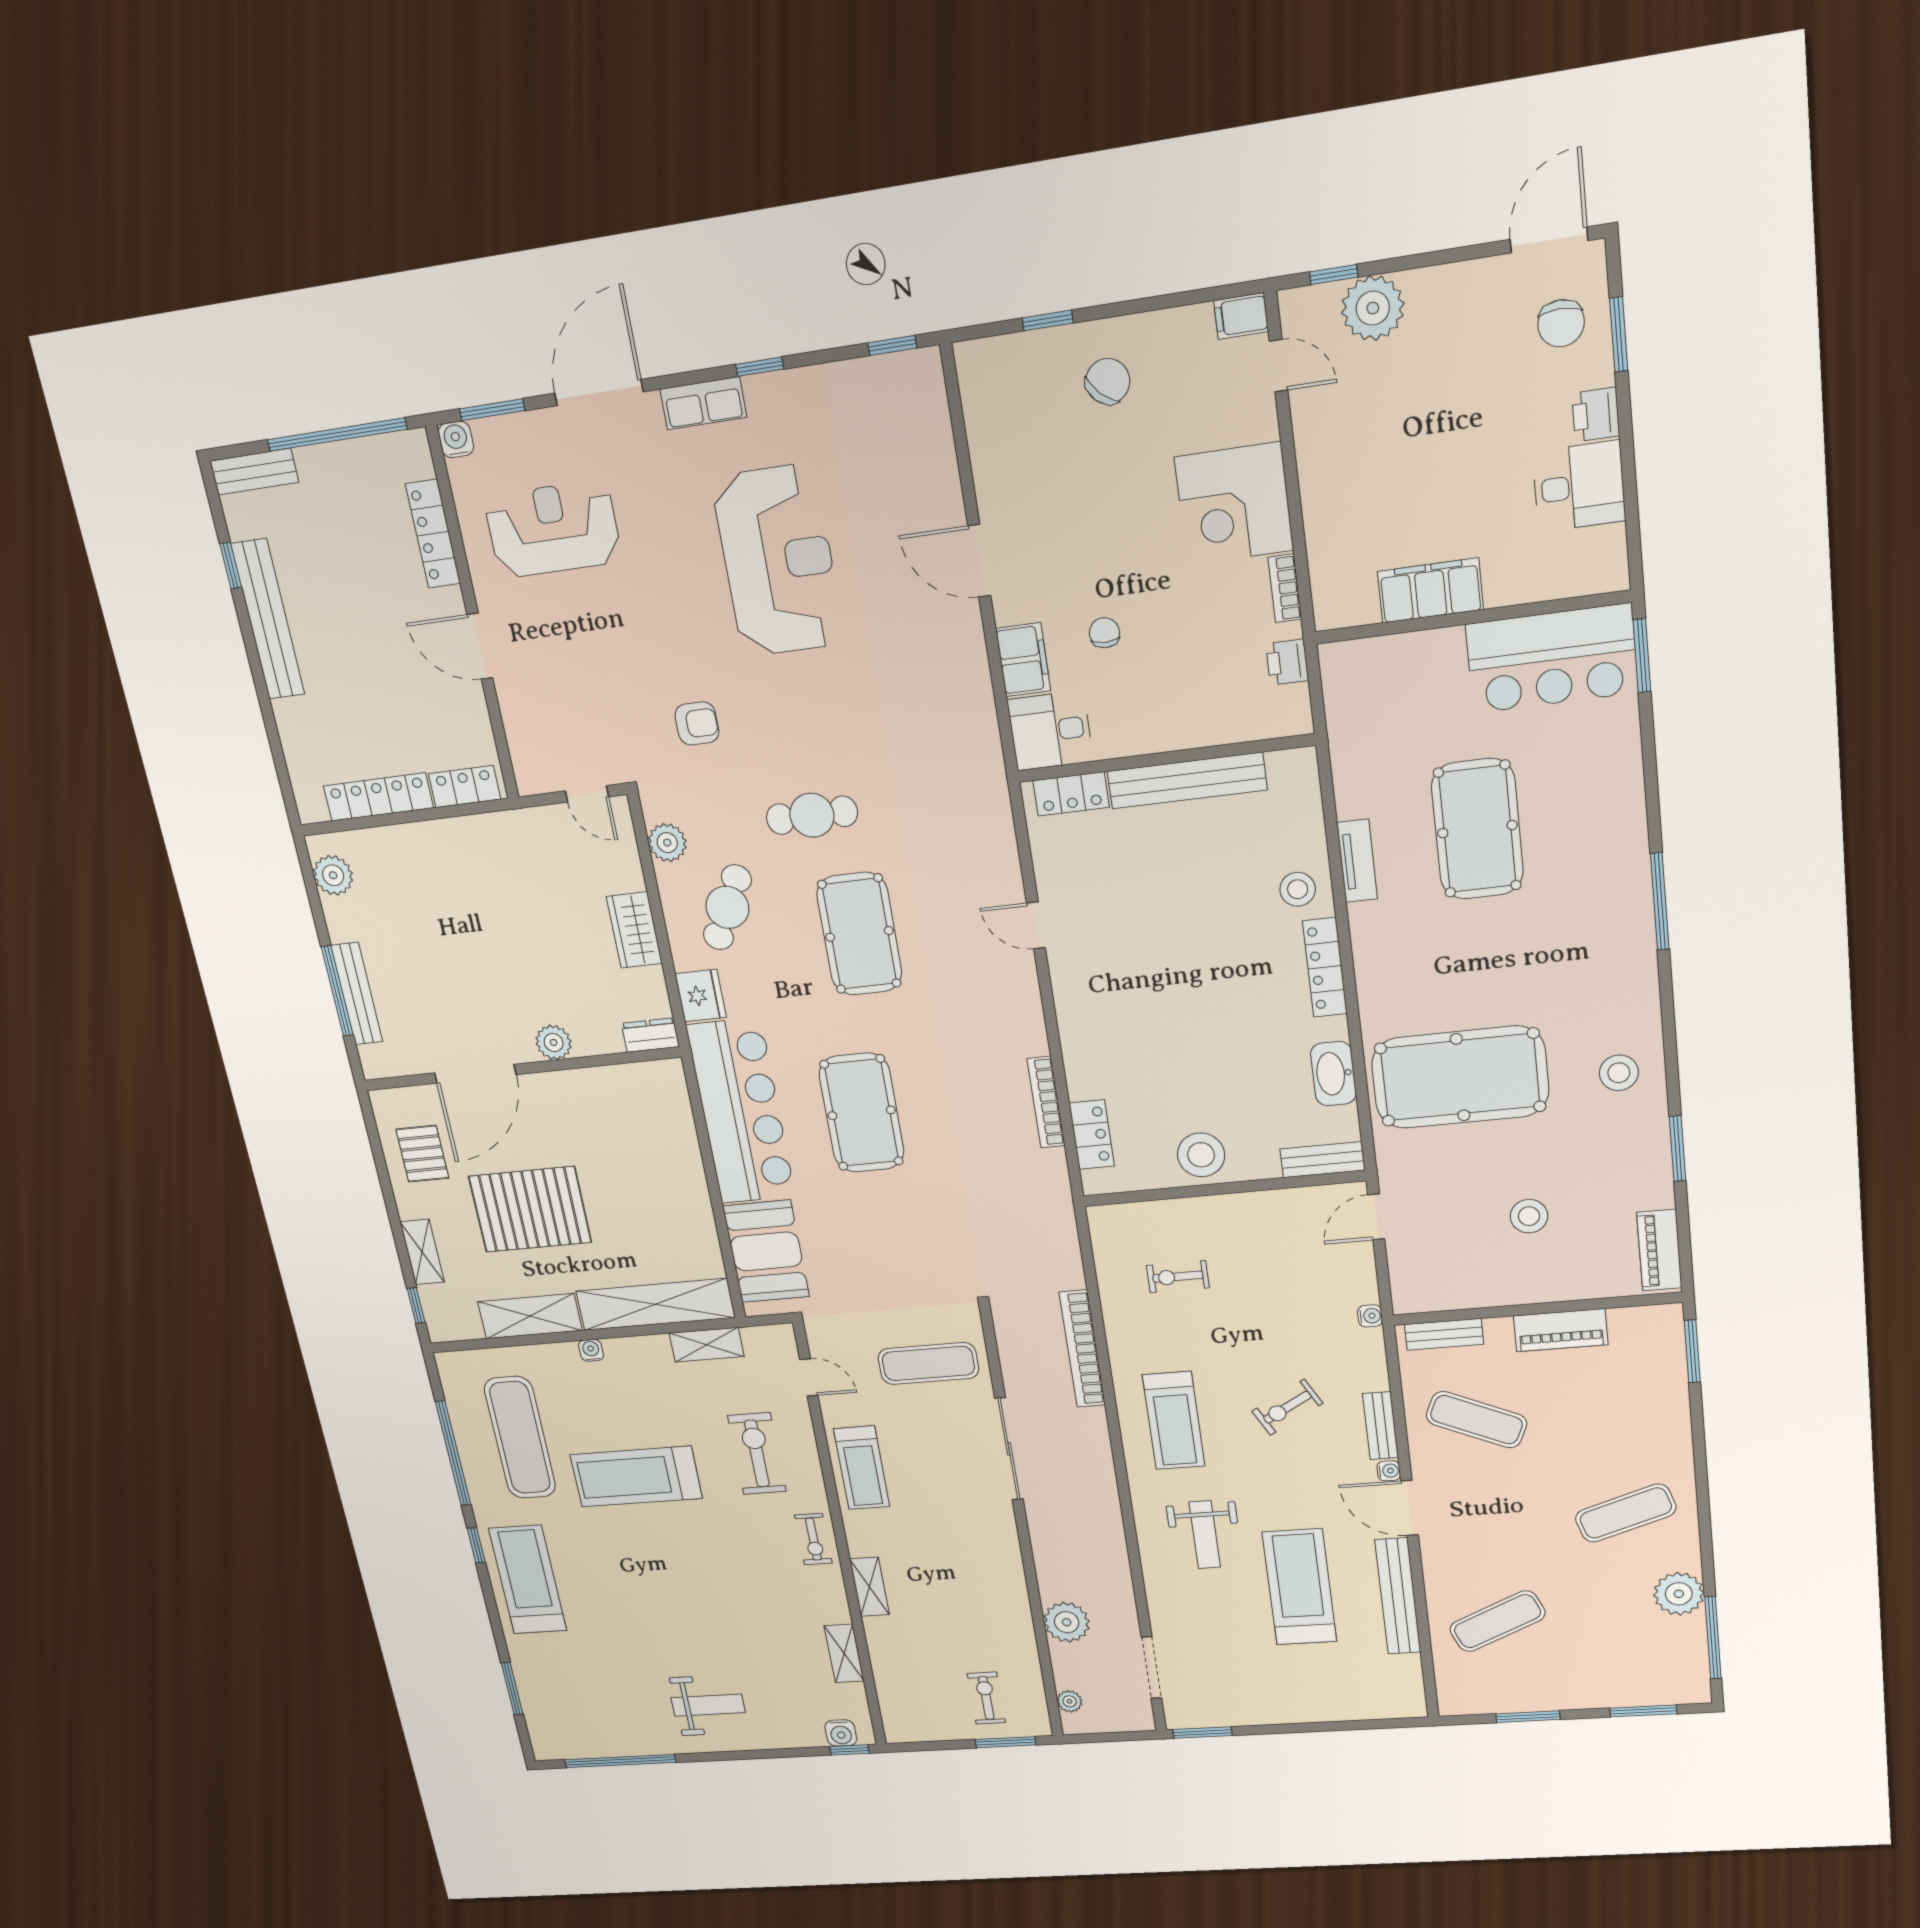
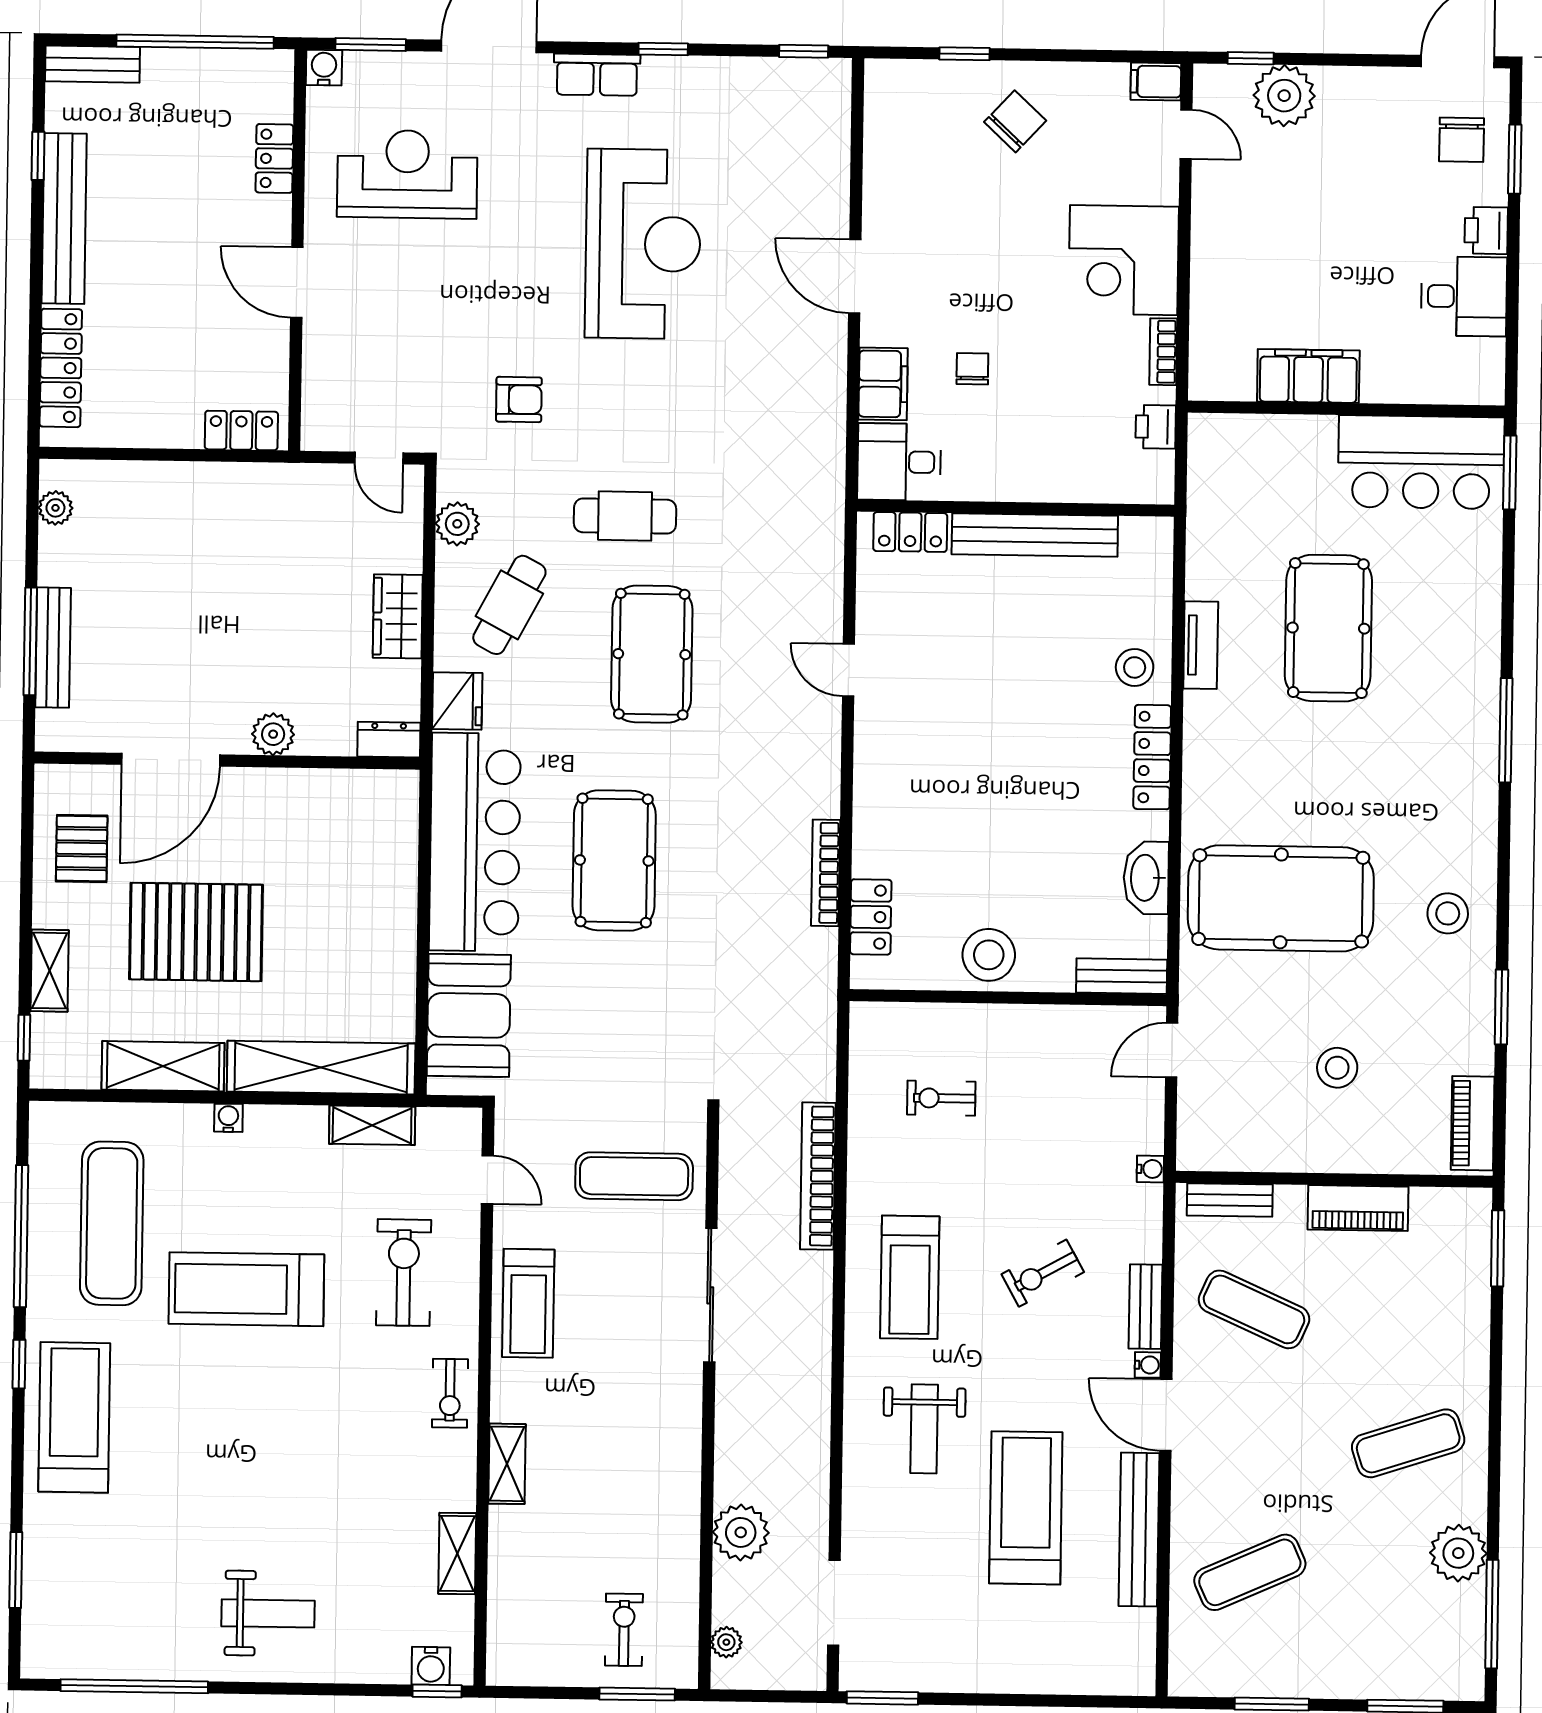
locker: (433, 534) -> (274, 158), width x0.66
locker: (378, 797) -> (61, 368), moved, turned 90
plant: (333, 875) -> (55, 508), width x0.73, depth x0.73

